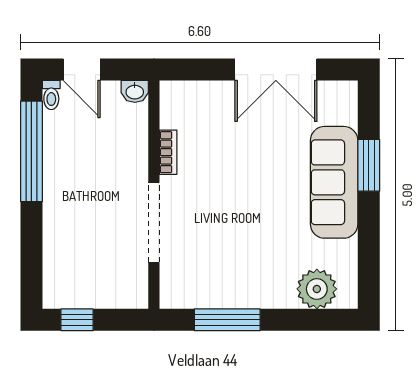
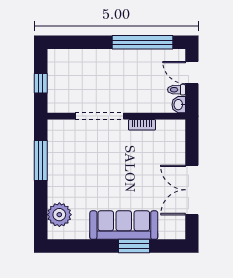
door: (82, 70) -> (192, 73), hinge flipped
toilet: (51, 95) -> (177, 90), moved
window: (77, 320) -> (41, 83), moved

